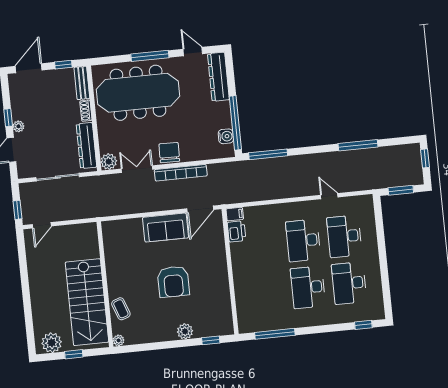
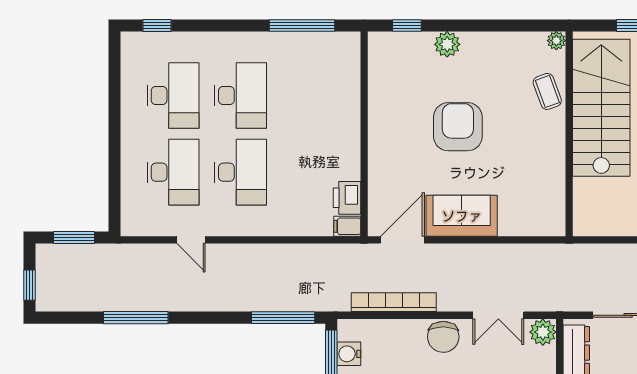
bookcase: (181, 173) -> (394, 302), moved

